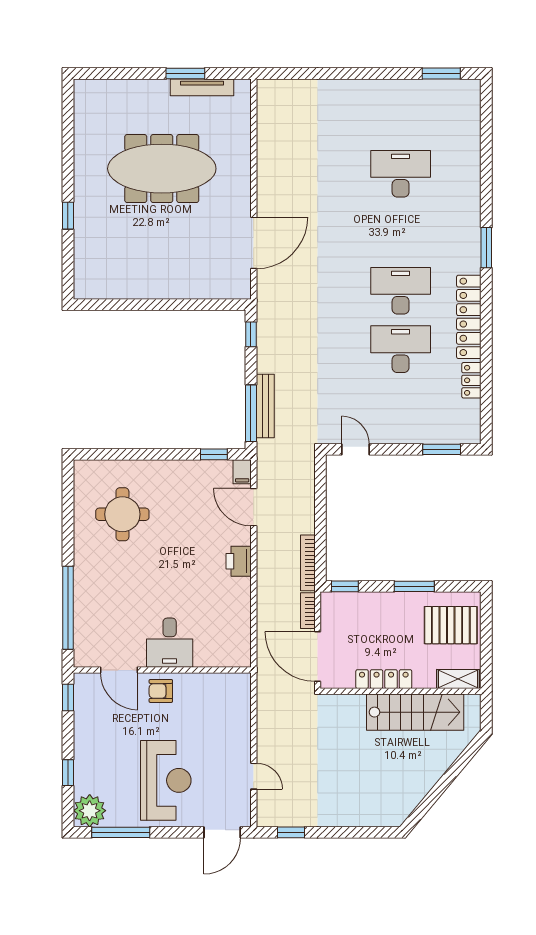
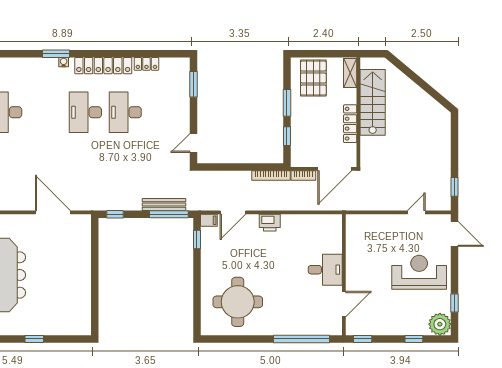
water cooler: (474, 259) -> (64, 62), added
round table: (122, 514) -> (238, 302), width x1.36, depth x1.36
window: (345, 586) -> (287, 136), moved
armchair: (161, 691) -> (358, 276), removed
window: (121, 832) -> (455, 303), width x0.46

